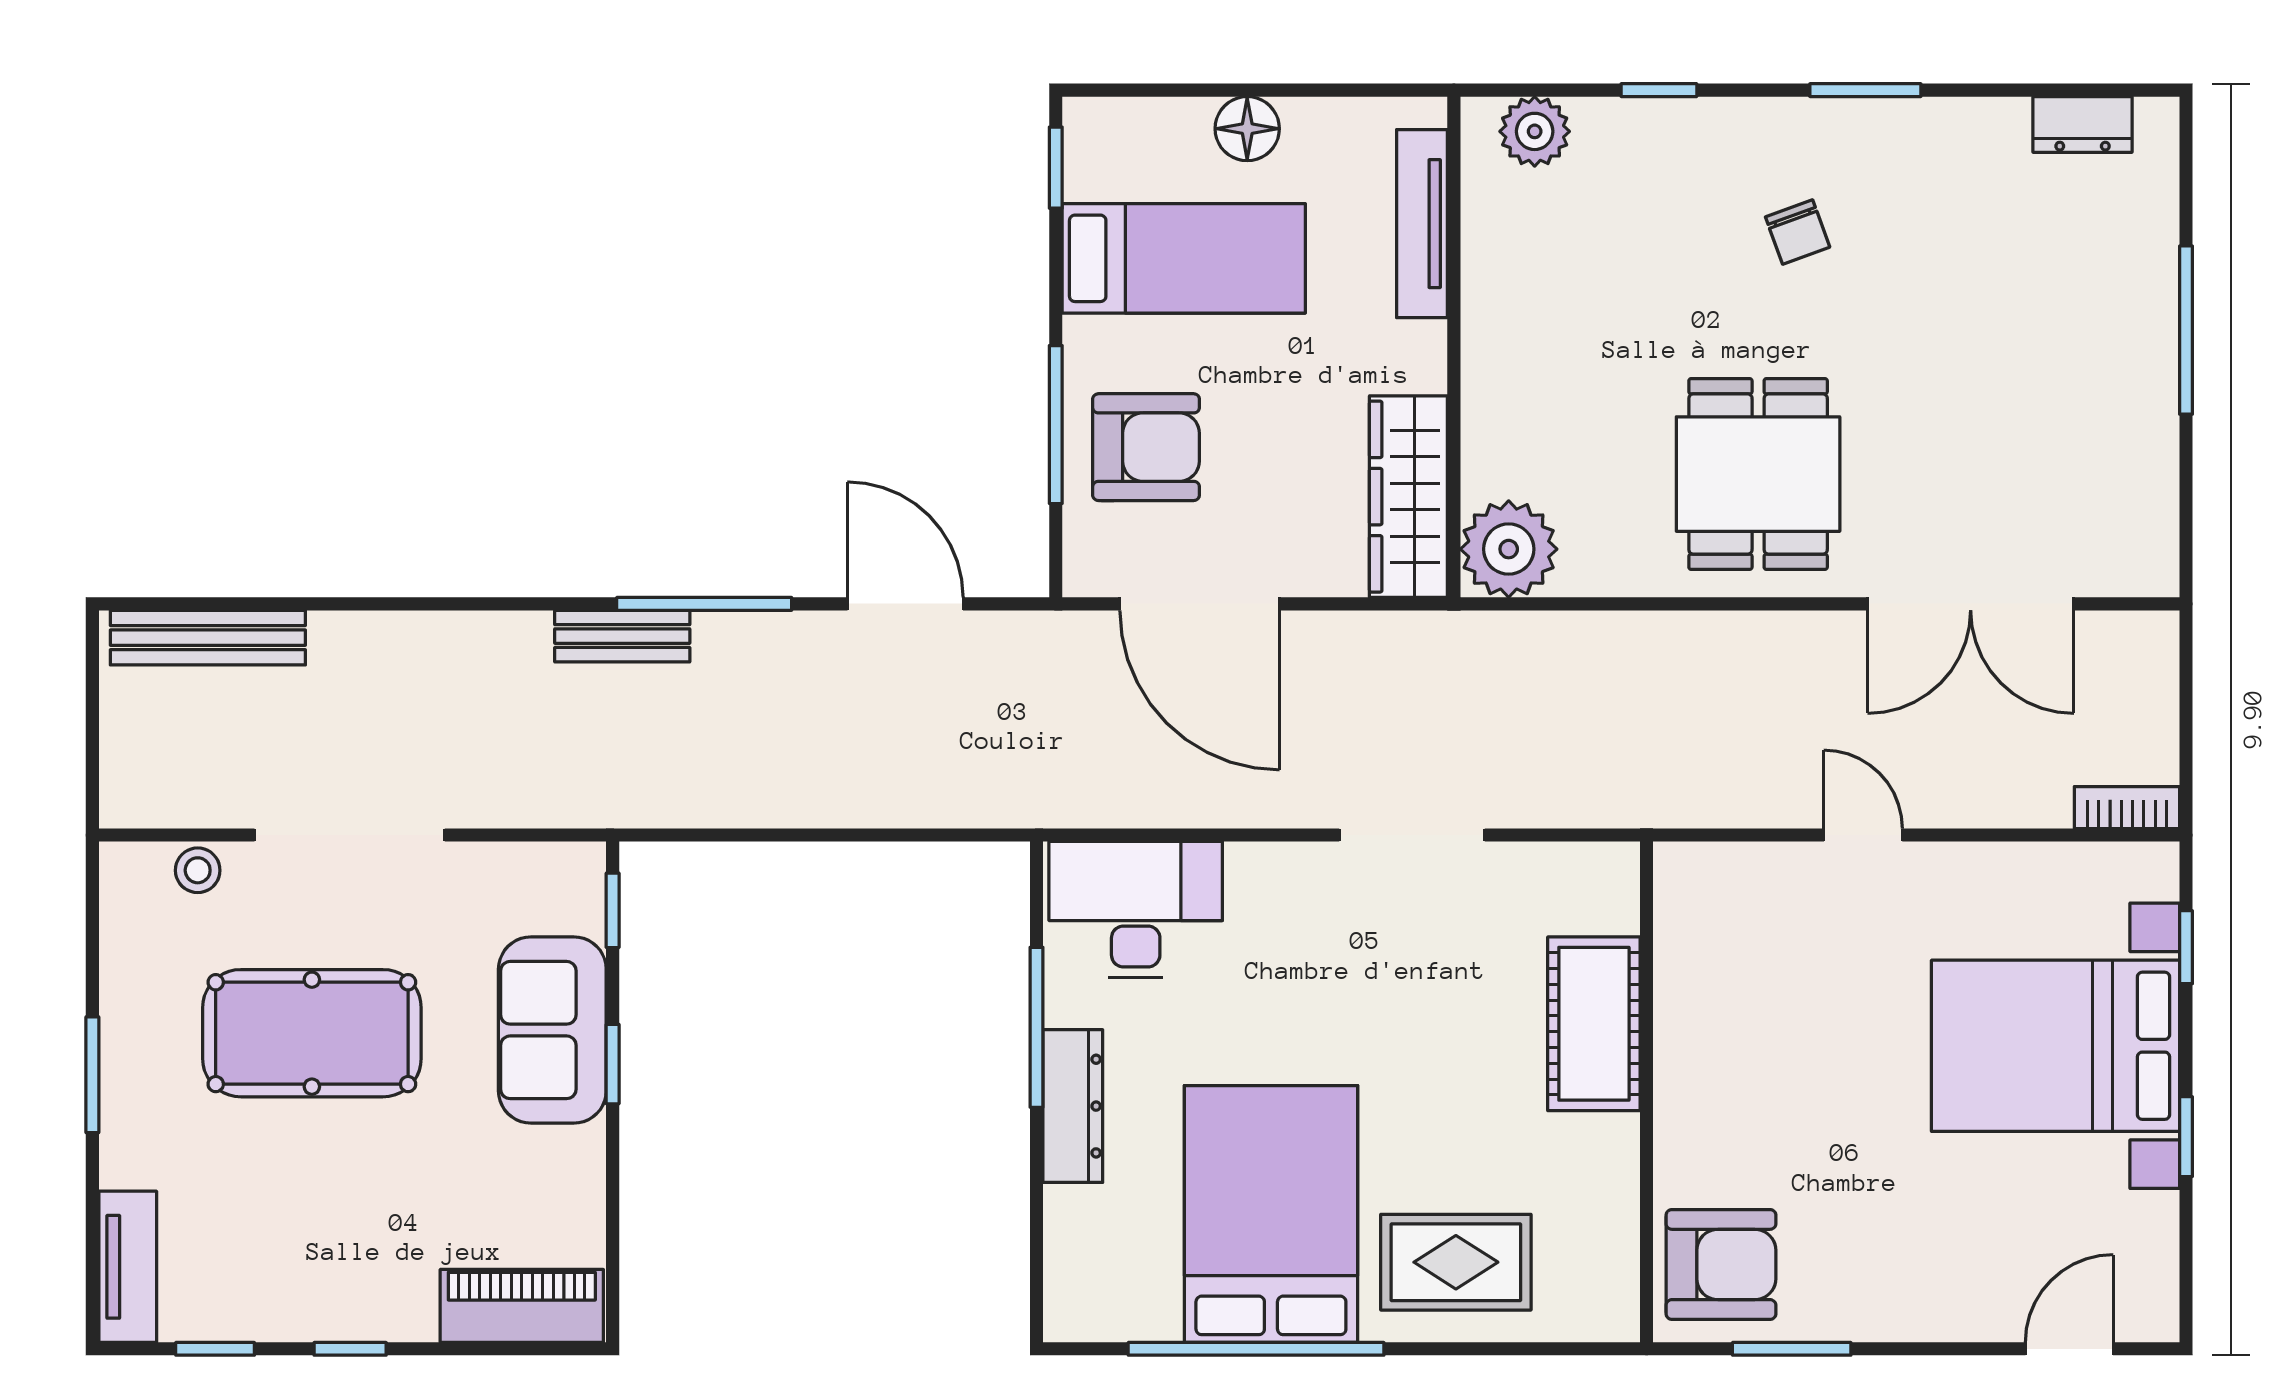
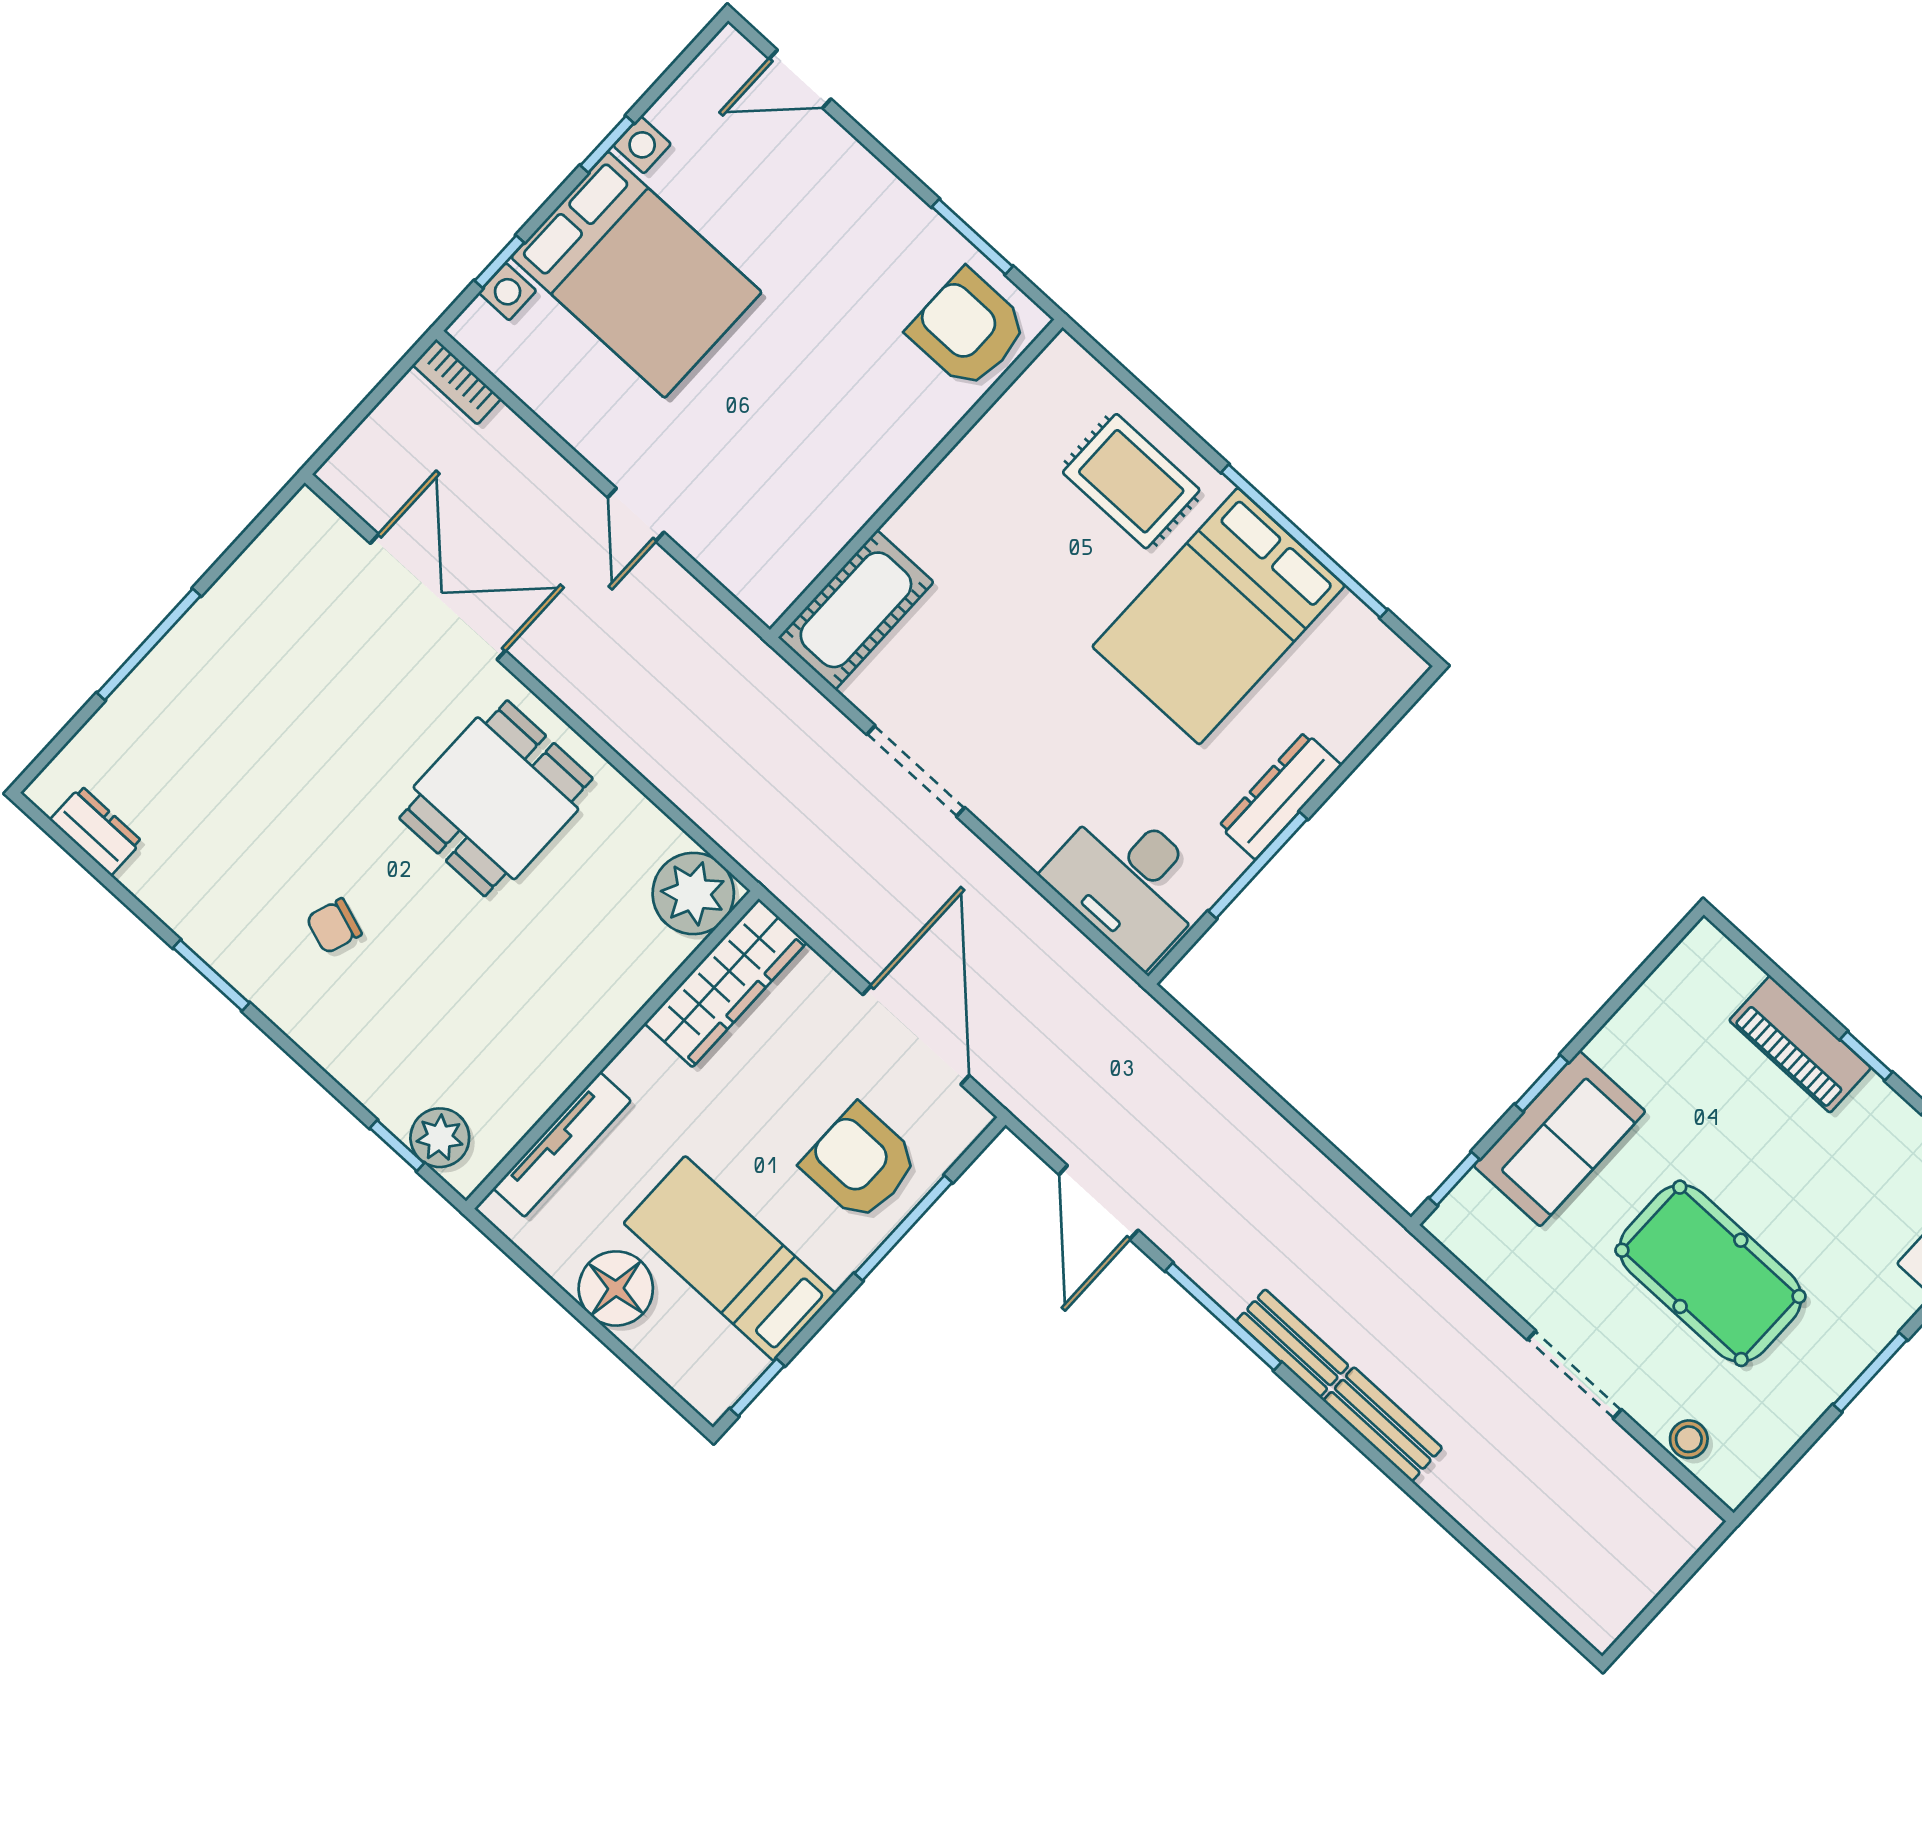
window: (1659, 90) -> (397, 1146), moved
floor lamp: (1247, 129) -> (616, 1288), width x1.38, depth x1.38
chair: (1798, 232) -> (334, 926), turned -141
bench: (208, 638) -> (1383, 1424), moved, width x0.73
doorway: (350, 835) -> (1574, 1375), width x0.73
cot: (1594, 1024) -> (856, 610), moved
piano: (522, 1306) -> (1800, 1044), moved

